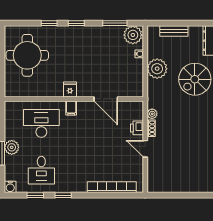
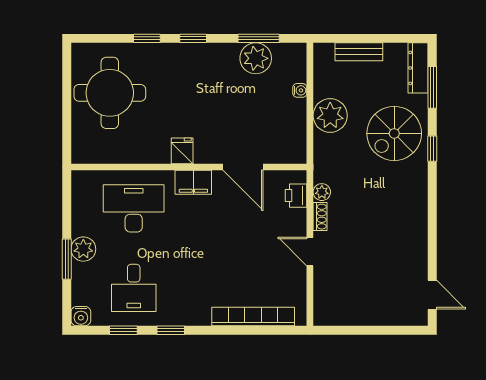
plant: (133, 35) -> (256, 58), moved
filing cabinet: (71, 108) -> (193, 182), width x2.00
printer: (137, 128) -> (296, 196), moved

